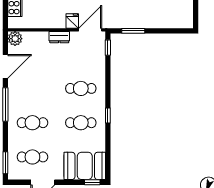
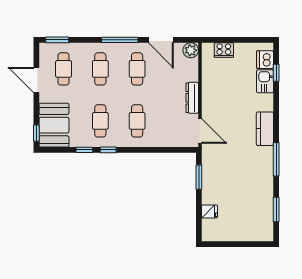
fridge: (72, 21) -> (209, 211), moved
dresser: (59, 37) -> (192, 98), width x1.44
window: (108, 48) -> (84, 150), moved
cafe table: (32, 88) -> (137, 69), added

